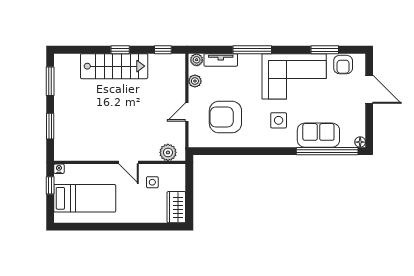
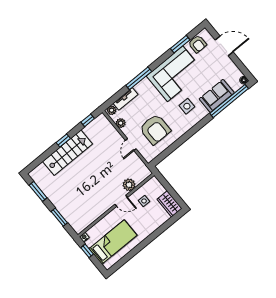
armchair: (225, 117) -> (155, 129), turned -90
plant: (168, 152) -> (129, 185), moved

